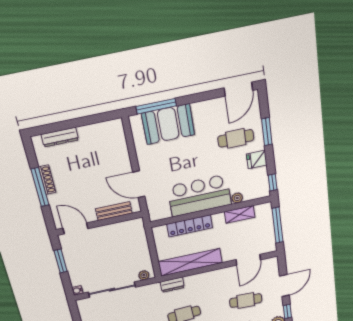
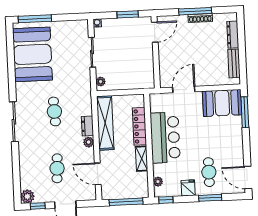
booth: (168, 124) -> (222, 103), moved, turned 90
plant: (237, 198) -> (158, 182), moved
bench: (114, 211) -> (234, 63), moved
shelving: (240, 214) -> (142, 159), moved
plant: (214, 275) -> (89, 142), added
dresser: (172, 285) -> (87, 126), moved
sliding door: (112, 290) -> (92, 52), width x0.73

